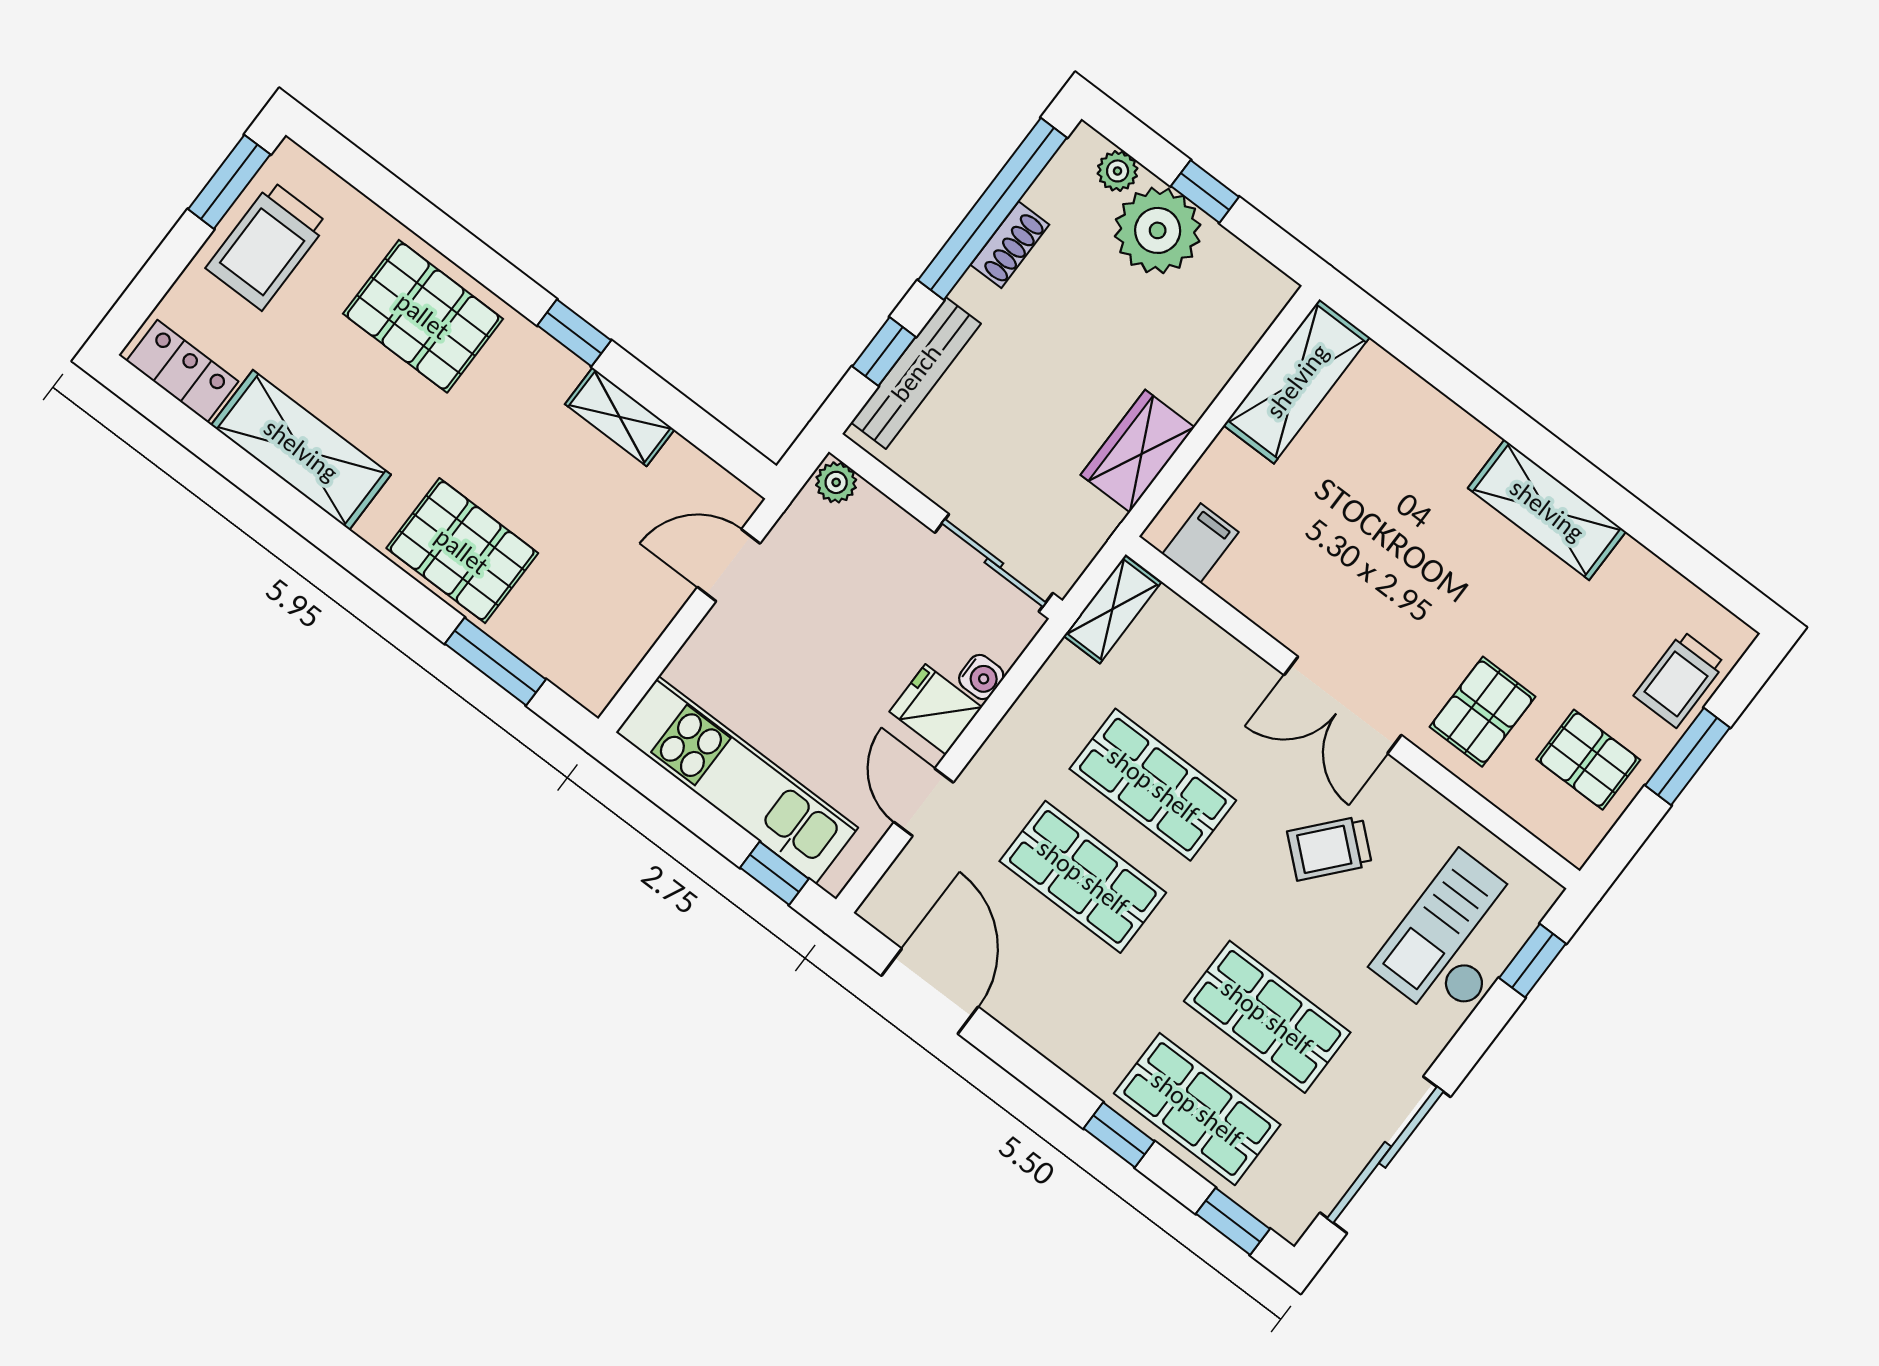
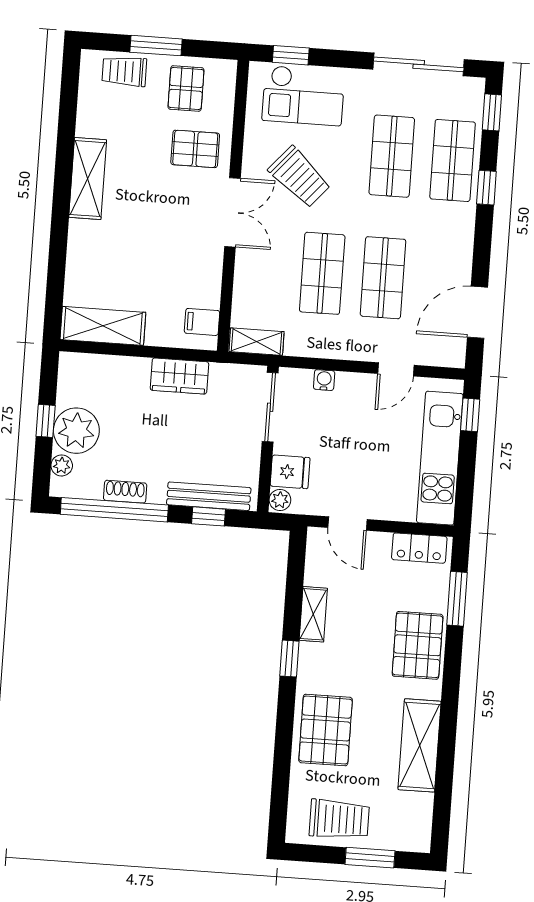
window: (229, 182) -> (370, 858), moved
locker: (182, 371) -> (419, 548), moved, turned -90
trolley: (1679, 679) -> (124, 71), turned 180
fridge: (936, 709) -> (290, 472), moved, turned -90
trolley: (1330, 848) -> (299, 177), width x1.36, depth x1.39

